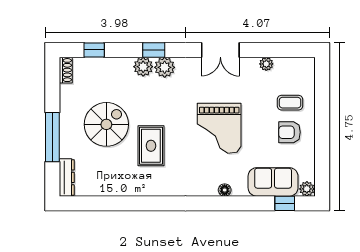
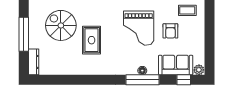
spiral stairs: (106, 124) -> (61, 25), turned -90
armchair: (289, 132) -> (170, 31), moved, turned -90
window: (225, 203) -> (142, 80), added

